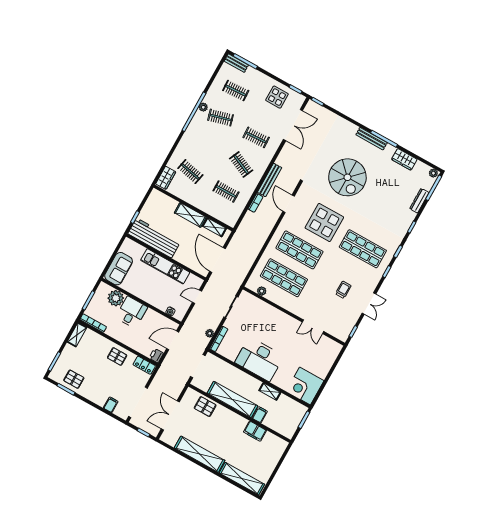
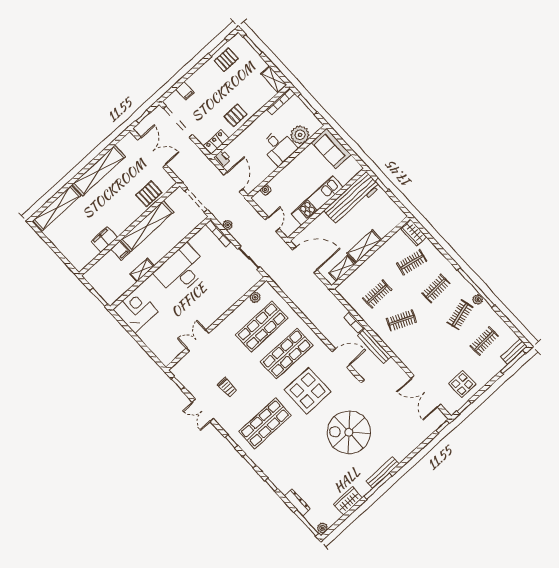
clothes rail: (256, 137) -> (436, 289), moved

